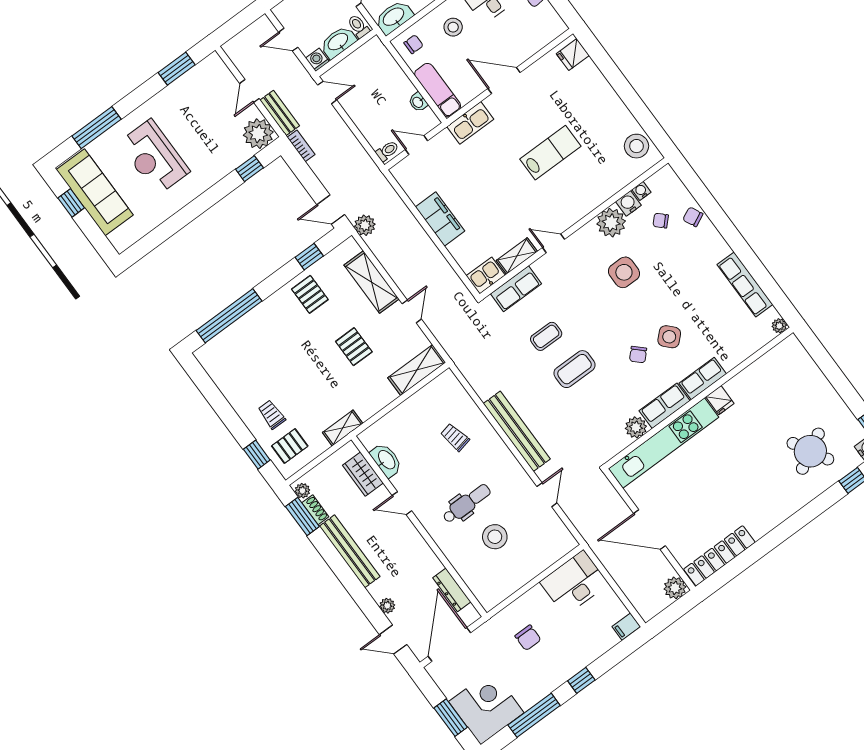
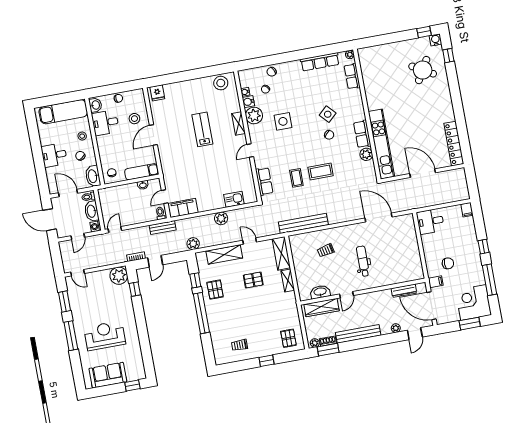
stool: (453, 27) -> (134, 119), moved
door: (249, 91) -> (77, 273), moved
bench: (280, 113) -> (163, 228), moved
kitchen sink: (470, 123) -> (167, 163), removed
window: (97, 128) -> (71, 336), moved
reception desk: (154, 157) -> (105, 336), turned 180
sofa: (95, 192) -> (108, 375), width x0.73
window: (71, 203) -> (132, 385), moved
door: (331, 210) -> (155, 261), moved
filing cabinet: (440, 219) -> (183, 208), moved
shelving: (517, 256) -> (238, 123), moved
kitchen sink: (486, 276) -> (234, 199), moved, turned 90
pallet: (310, 294) -> (215, 290), turned 90
window: (229, 316) -> (201, 313), moved
coffee table: (574, 369) -> (321, 171), turned 90
row of seats: (703, 379) -> (352, 76), moved
fridge: (720, 400) -> (373, 104), removed
trolley: (272, 415) -> (240, 345), moved
shelving: (343, 428) -> (288, 280), moved
bench: (517, 431) -> (303, 223), moved
round table: (810, 451) -> (423, 70), turned -31
window: (257, 455) -> (266, 361), moved
wardrobe: (363, 474) -> (322, 308), width x1.50
door: (547, 495) -> (379, 217), width x1.88
door: (650, 530) -> (423, 173), swing flipped
stool: (495, 537) -> (387, 255), removed
desk: (574, 583) -> (430, 221), width x0.73
plant: (675, 588) -> (221, 218), moved
filing cabinet: (490, 633) -> (436, 282), added

